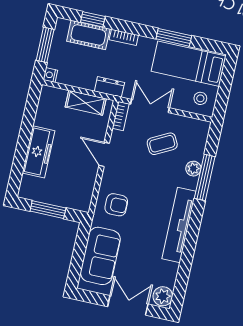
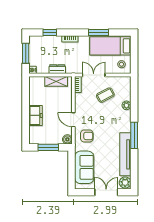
cot: (88, 35) -> (49, 42), removed
dresser: (109, 87) -> (57, 69), moved
freezer: (39, 152) -> (35, 115), width x0.71
door: (104, 154) -> (73, 120), moved
window: (205, 177) -> (134, 135), moved
boiler: (83, 203) -> (67, 139), added
tv unit: (179, 225) -> (125, 154), moved

